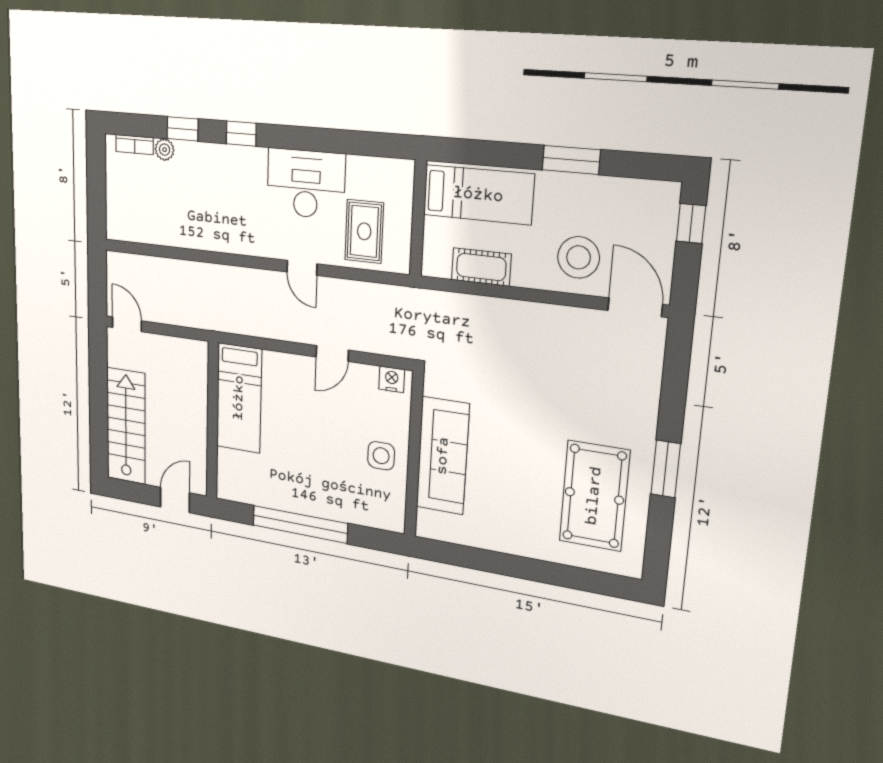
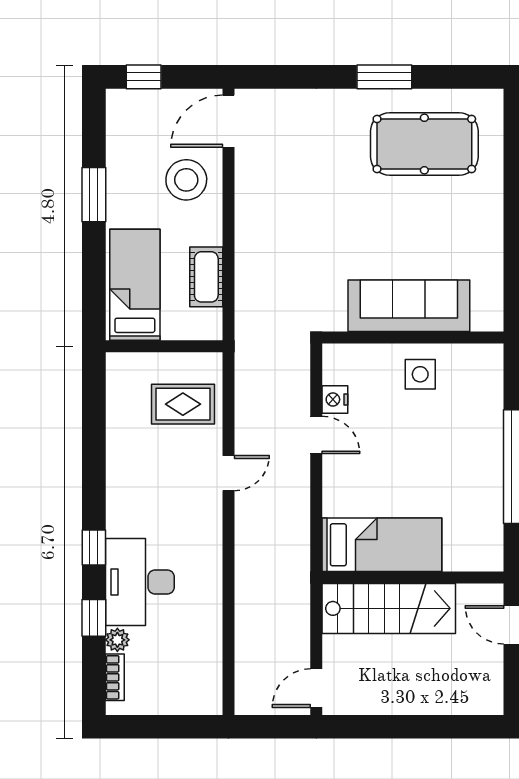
desk: (306, 184) -> (140, 582), moved
nightstand: (392, 379) -> (335, 399), moved
stairs: (126, 426) -> (389, 608), moved, turned 180

